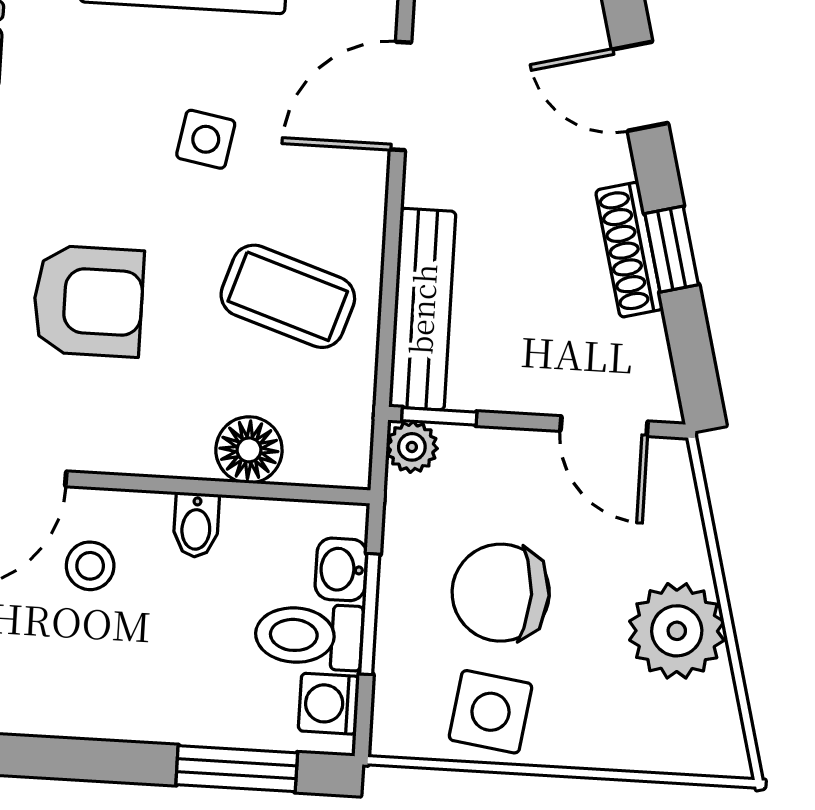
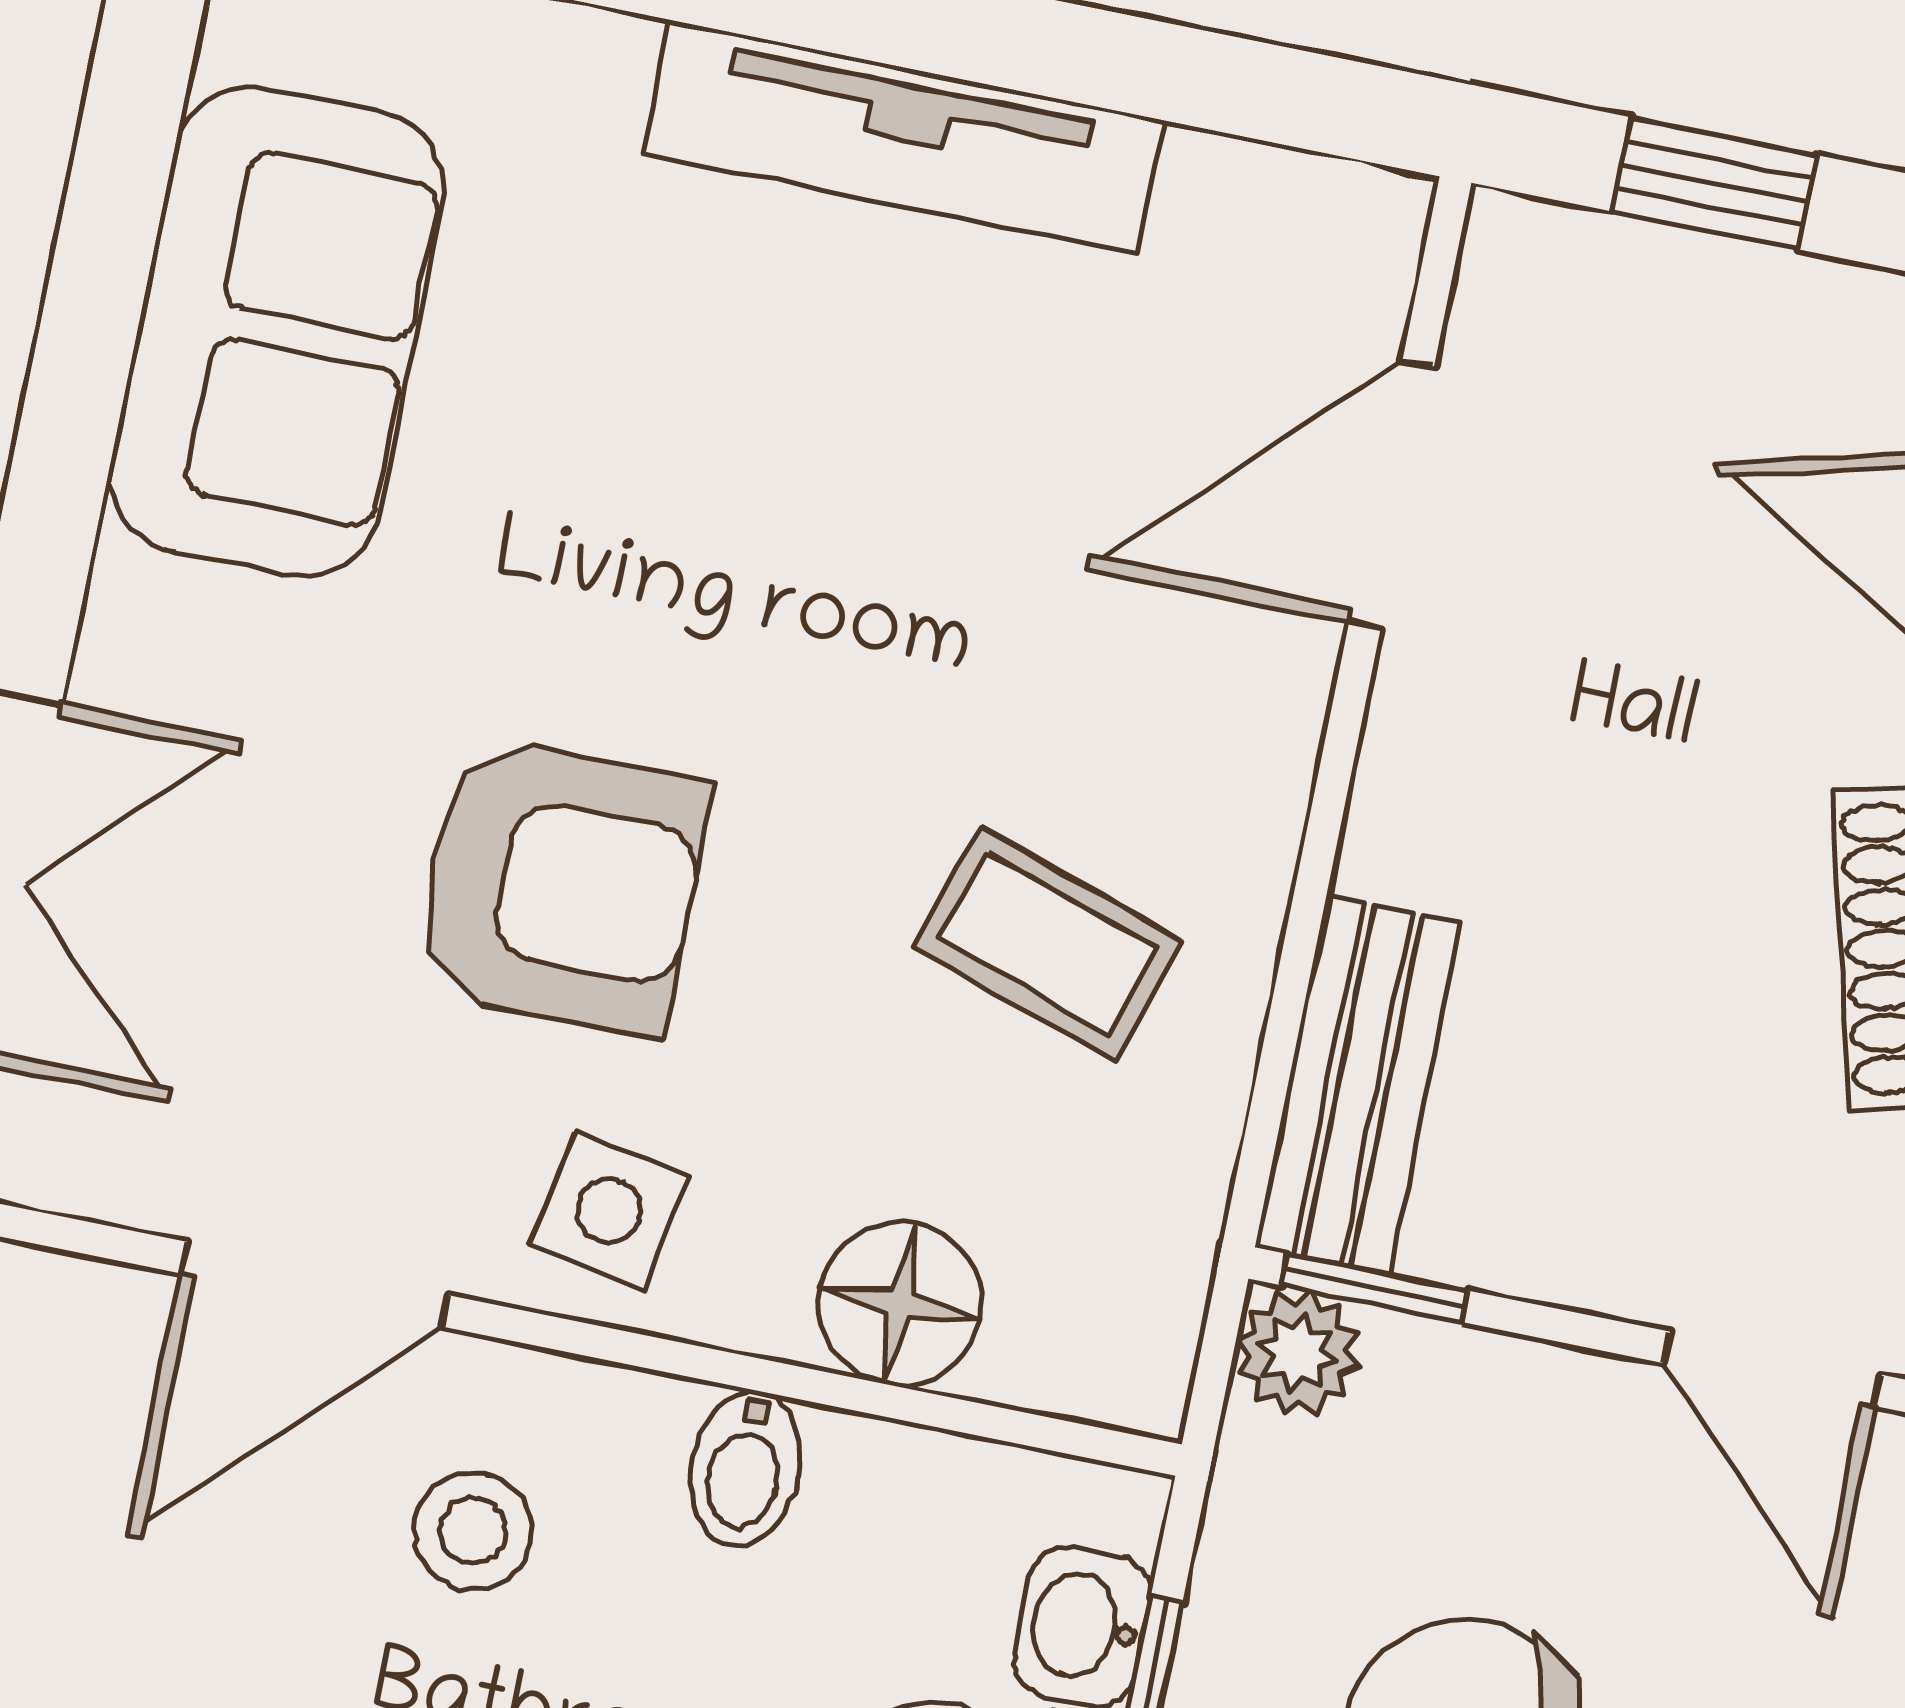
side table: (206, 139) -> (609, 1210), moved
coffee table: (288, 296) -> (1048, 943), width x0.73, depth x0.77
bench: (422, 309) -> (1358, 1085), width x0.73

